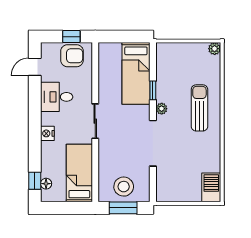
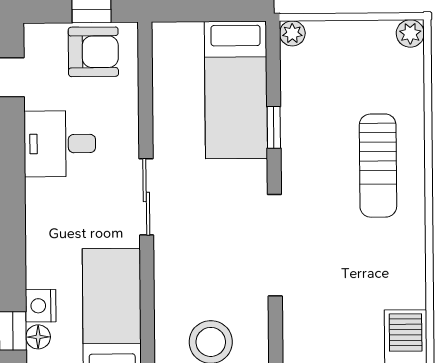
sun lounger: (199, 108) -> (378, 166), turned 180
plant: (162, 109) -> (292, 33), moved
nightstand: (47, 133) -> (41, 306), moved

